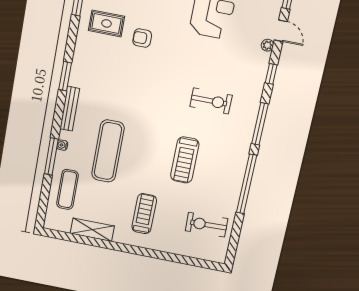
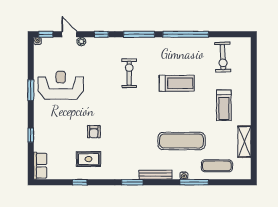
rug: (106, 23) -> (88, 159), turned 90
door: (281, 31) -> (69, 34), hinge flipped
treadmill: (144, 214) -> (224, 105), turned -90

